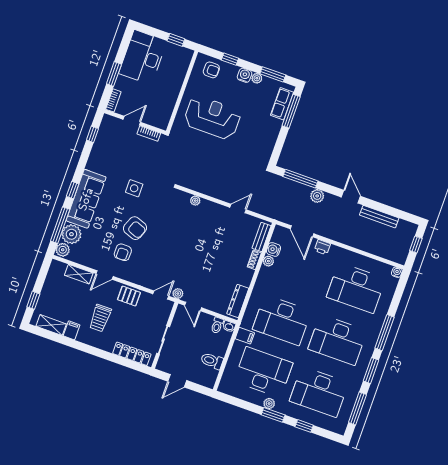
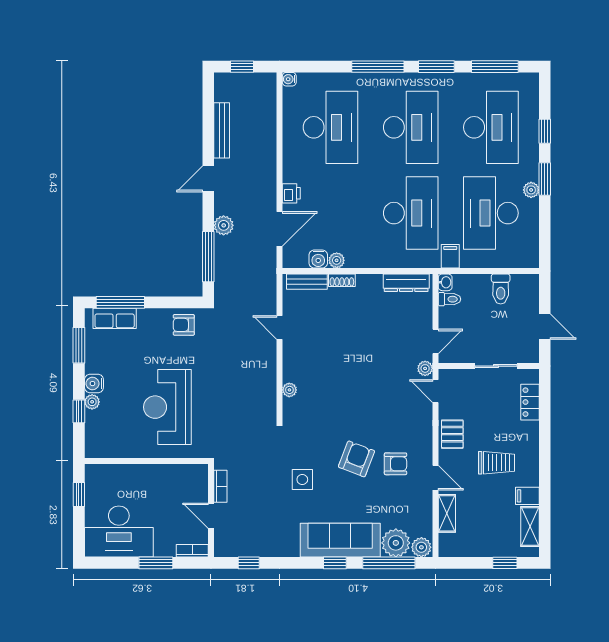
armchair: (211, 70) -> (184, 325), moved, turned -90
plant: (257, 78) -> (92, 402), moved
locker: (132, 354) -> (530, 402), width x0.66

